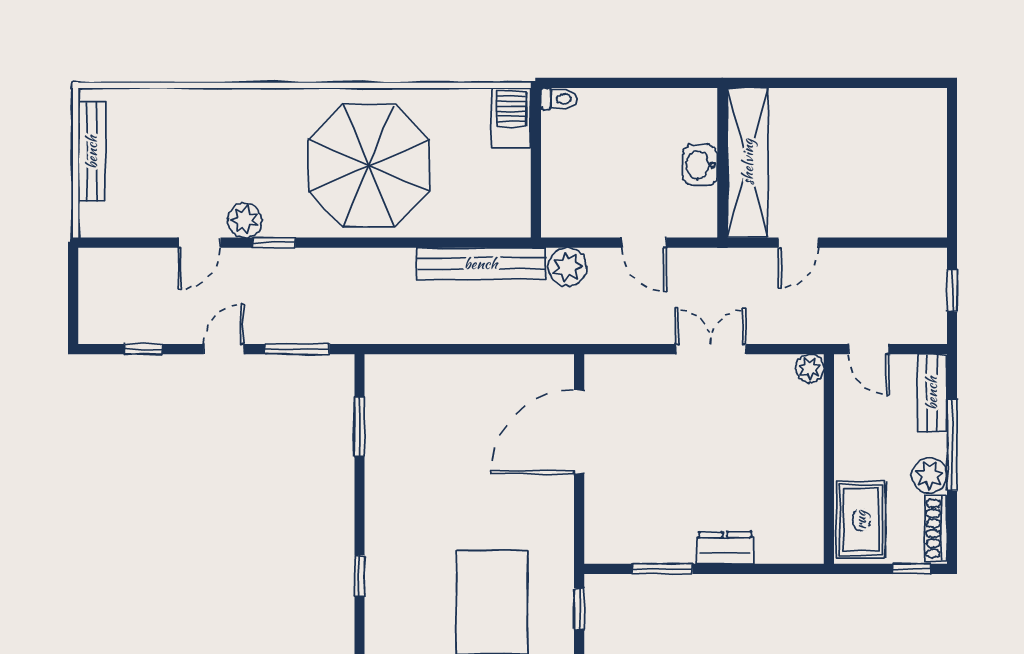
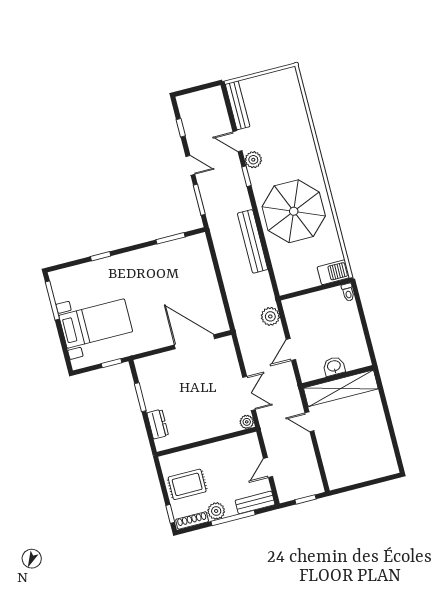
bench: (92, 152) -> (238, 105), moved, turned 90
bench: (481, 264) -> (253, 241), moved
plant: (810, 368) -> (247, 422), moved
wall: (829, 459) -> (207, 442), moved

